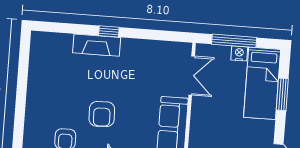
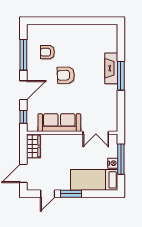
window: (109, 31) -> (121, 76), width x2.17
window: (282, 94) -> (71, 194), moved

